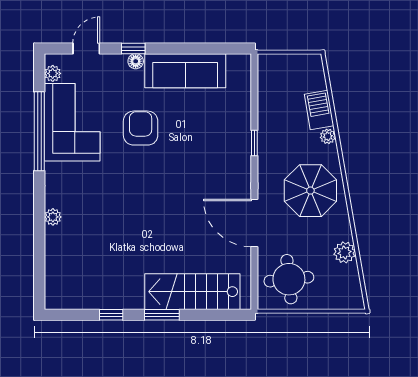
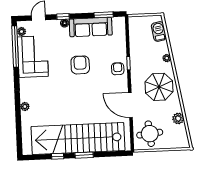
window: (211, 48) -> (104, 15), added
barbecue: (319, 110) -> (159, 31), moved
armchair: (141, 128) -> (80, 65), moved
window: (39, 131) -> (15, 46), moved
armchair: (233, 153) -> (118, 69), added
stairs: (192, 292) -> (78, 139), width x1.86, depth x1.51

